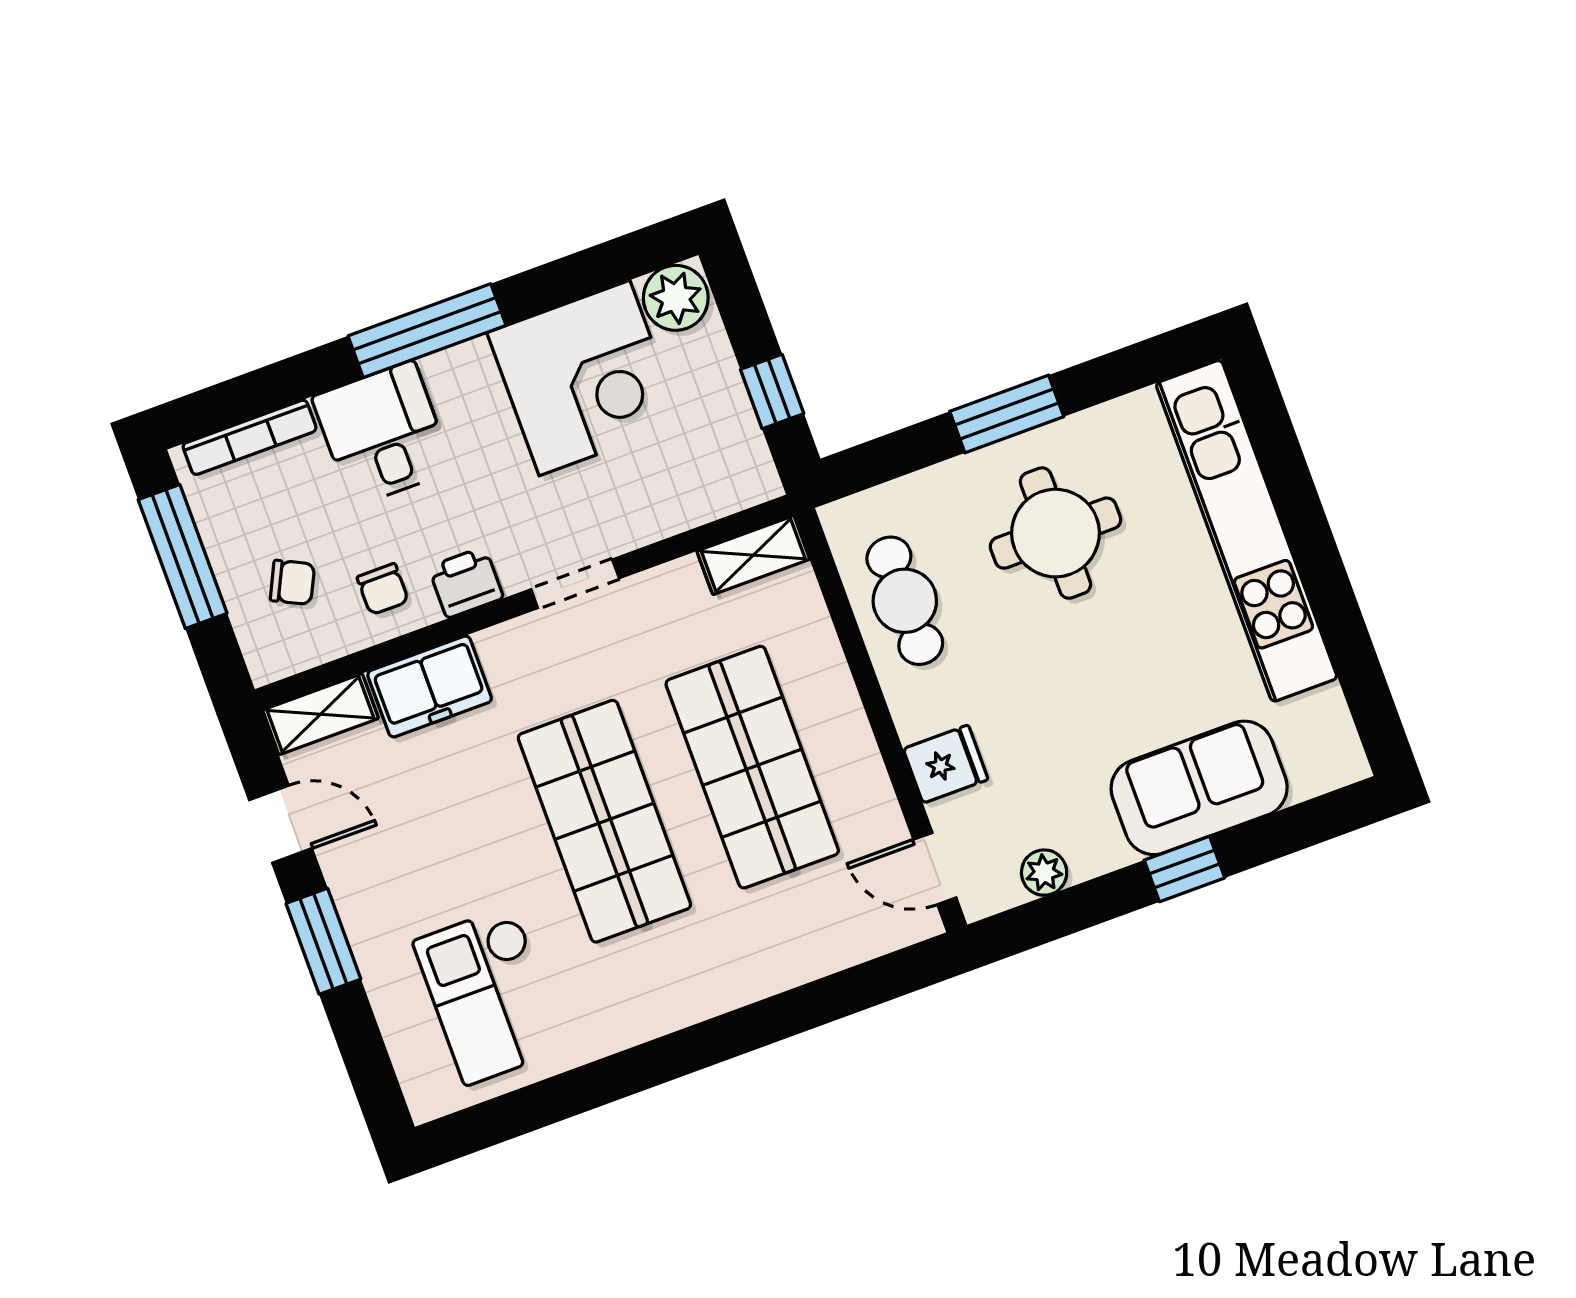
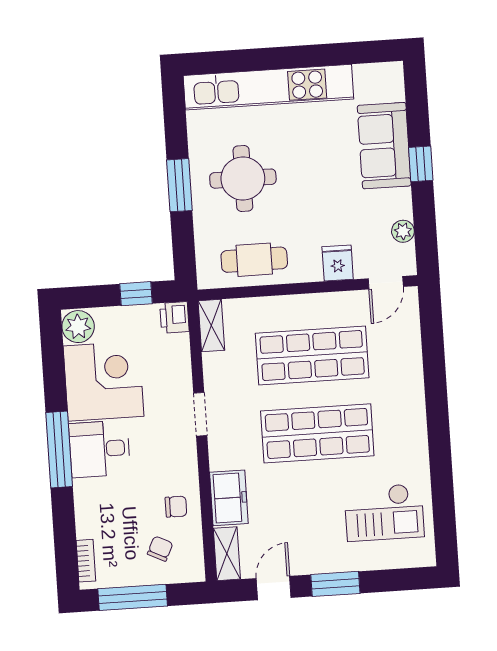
desk: (383, 434) -> (100, 449), moved
bookcase: (250, 437) -> (86, 561), width x0.64
printer: (466, 582) -> (174, 317), moved

